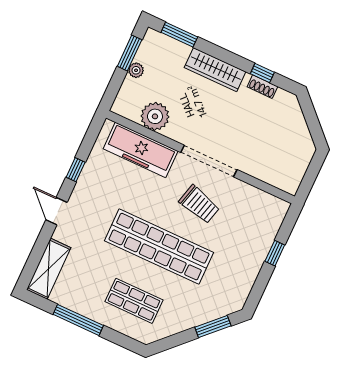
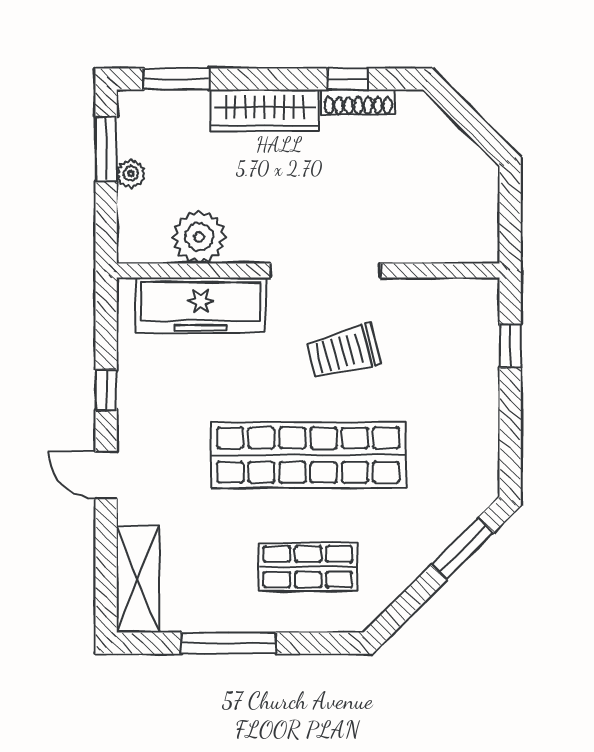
shoe rack: (262, 87) -> (358, 102), width x1.43
trolley: (199, 204) -> (343, 352), turned 150
window: (275, 253) -> (510, 346), moved

